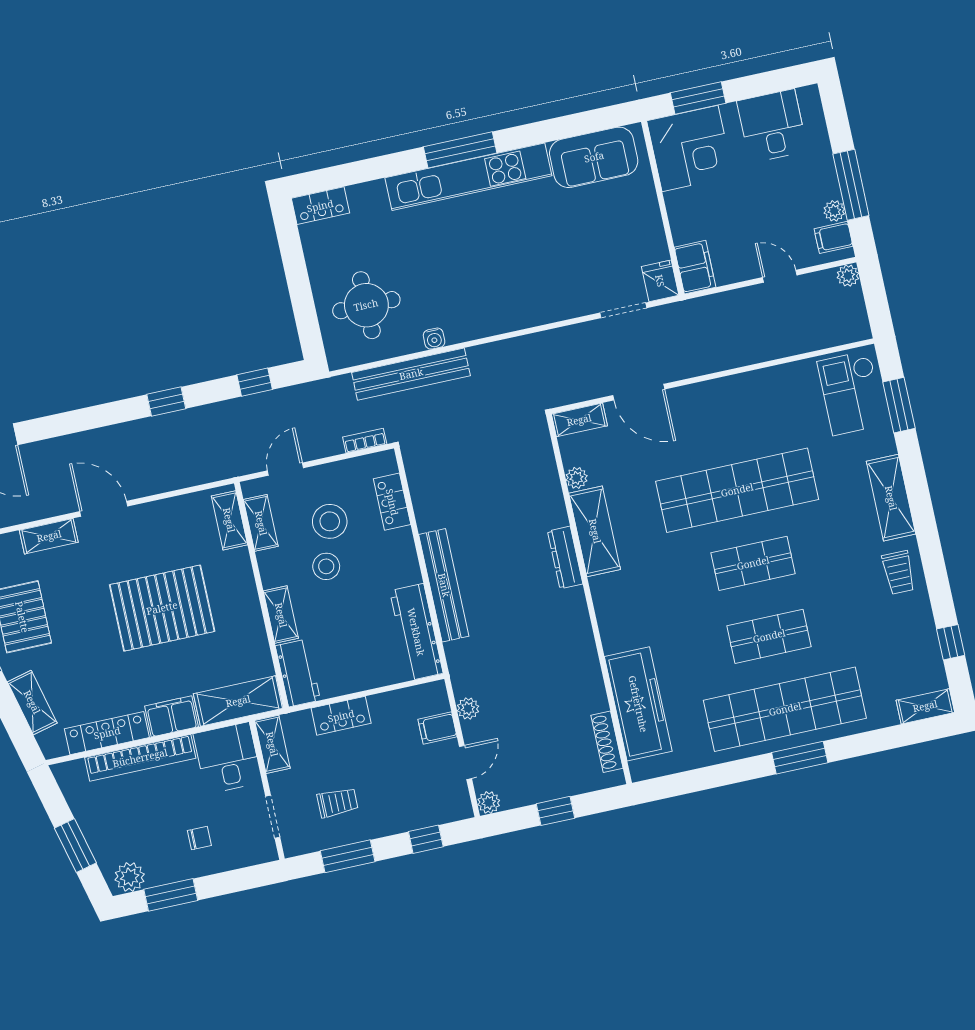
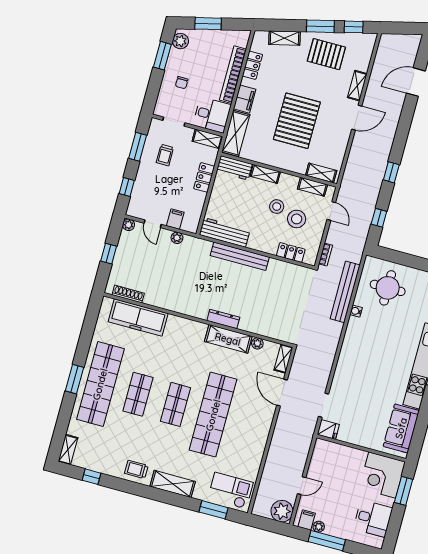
filing cabinet: (695, 267) -> (326, 449), removed
plant: (848, 276) -> (282, 511), width x1.88, depth x1.88
door: (639, 392) -> (282, 393), hinge flipped
locker: (107, 733) -> (252, 65), width x0.66

